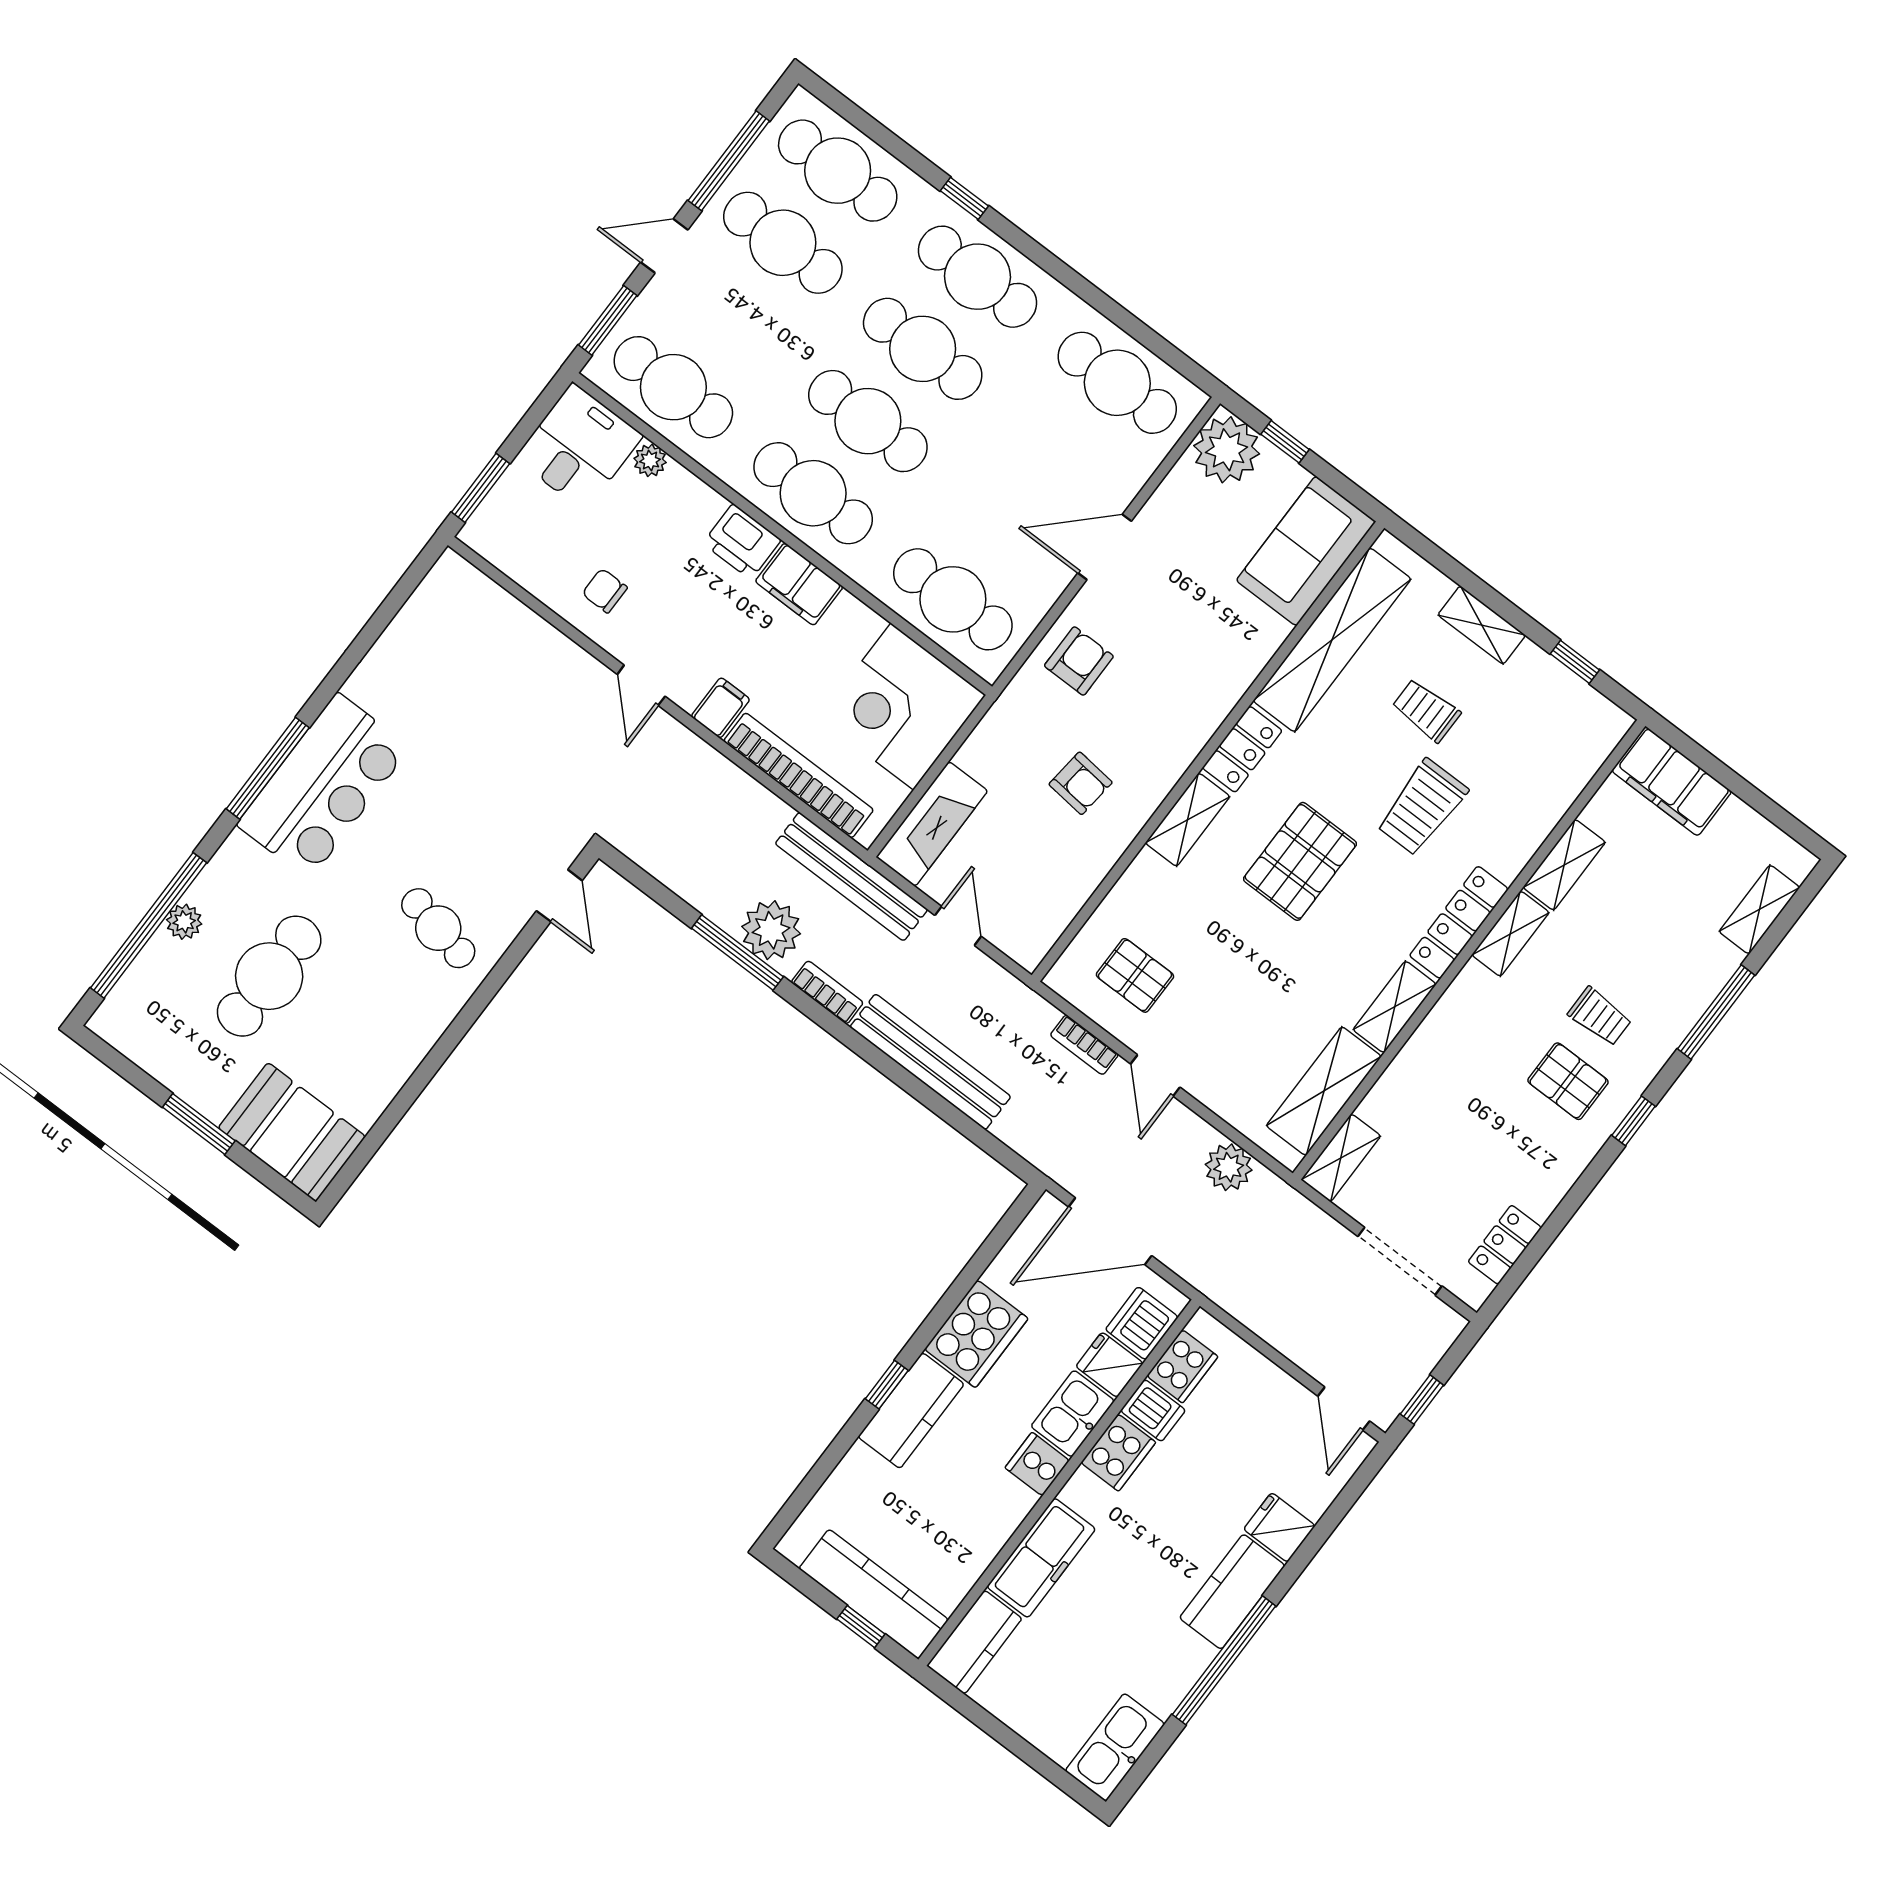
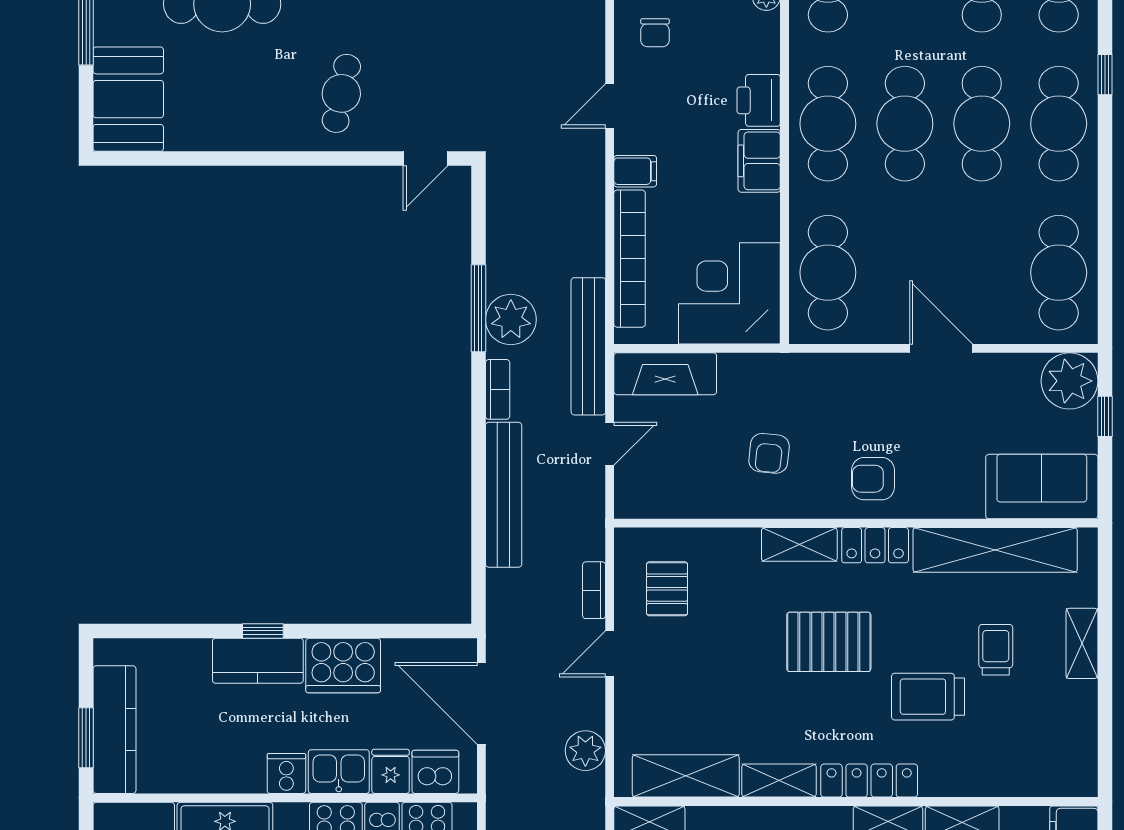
chair: (605, 591) -> (655, 33), turned 180
armchair: (1079, 661) -> (873, 479), moved, turned 180
window: (1575, 662) -> (1105, 725), removed
window: (861, 1627) -> (86, 738), width x1.50

